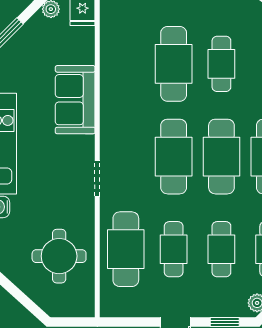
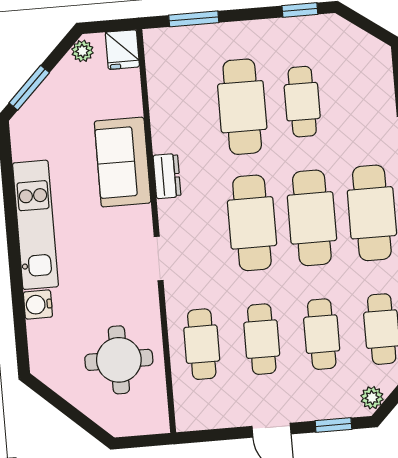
dresser: (109, 114) -> (167, 176), added
cafe table: (126, 249) -> (202, 344), width x0.73, depth x0.74

